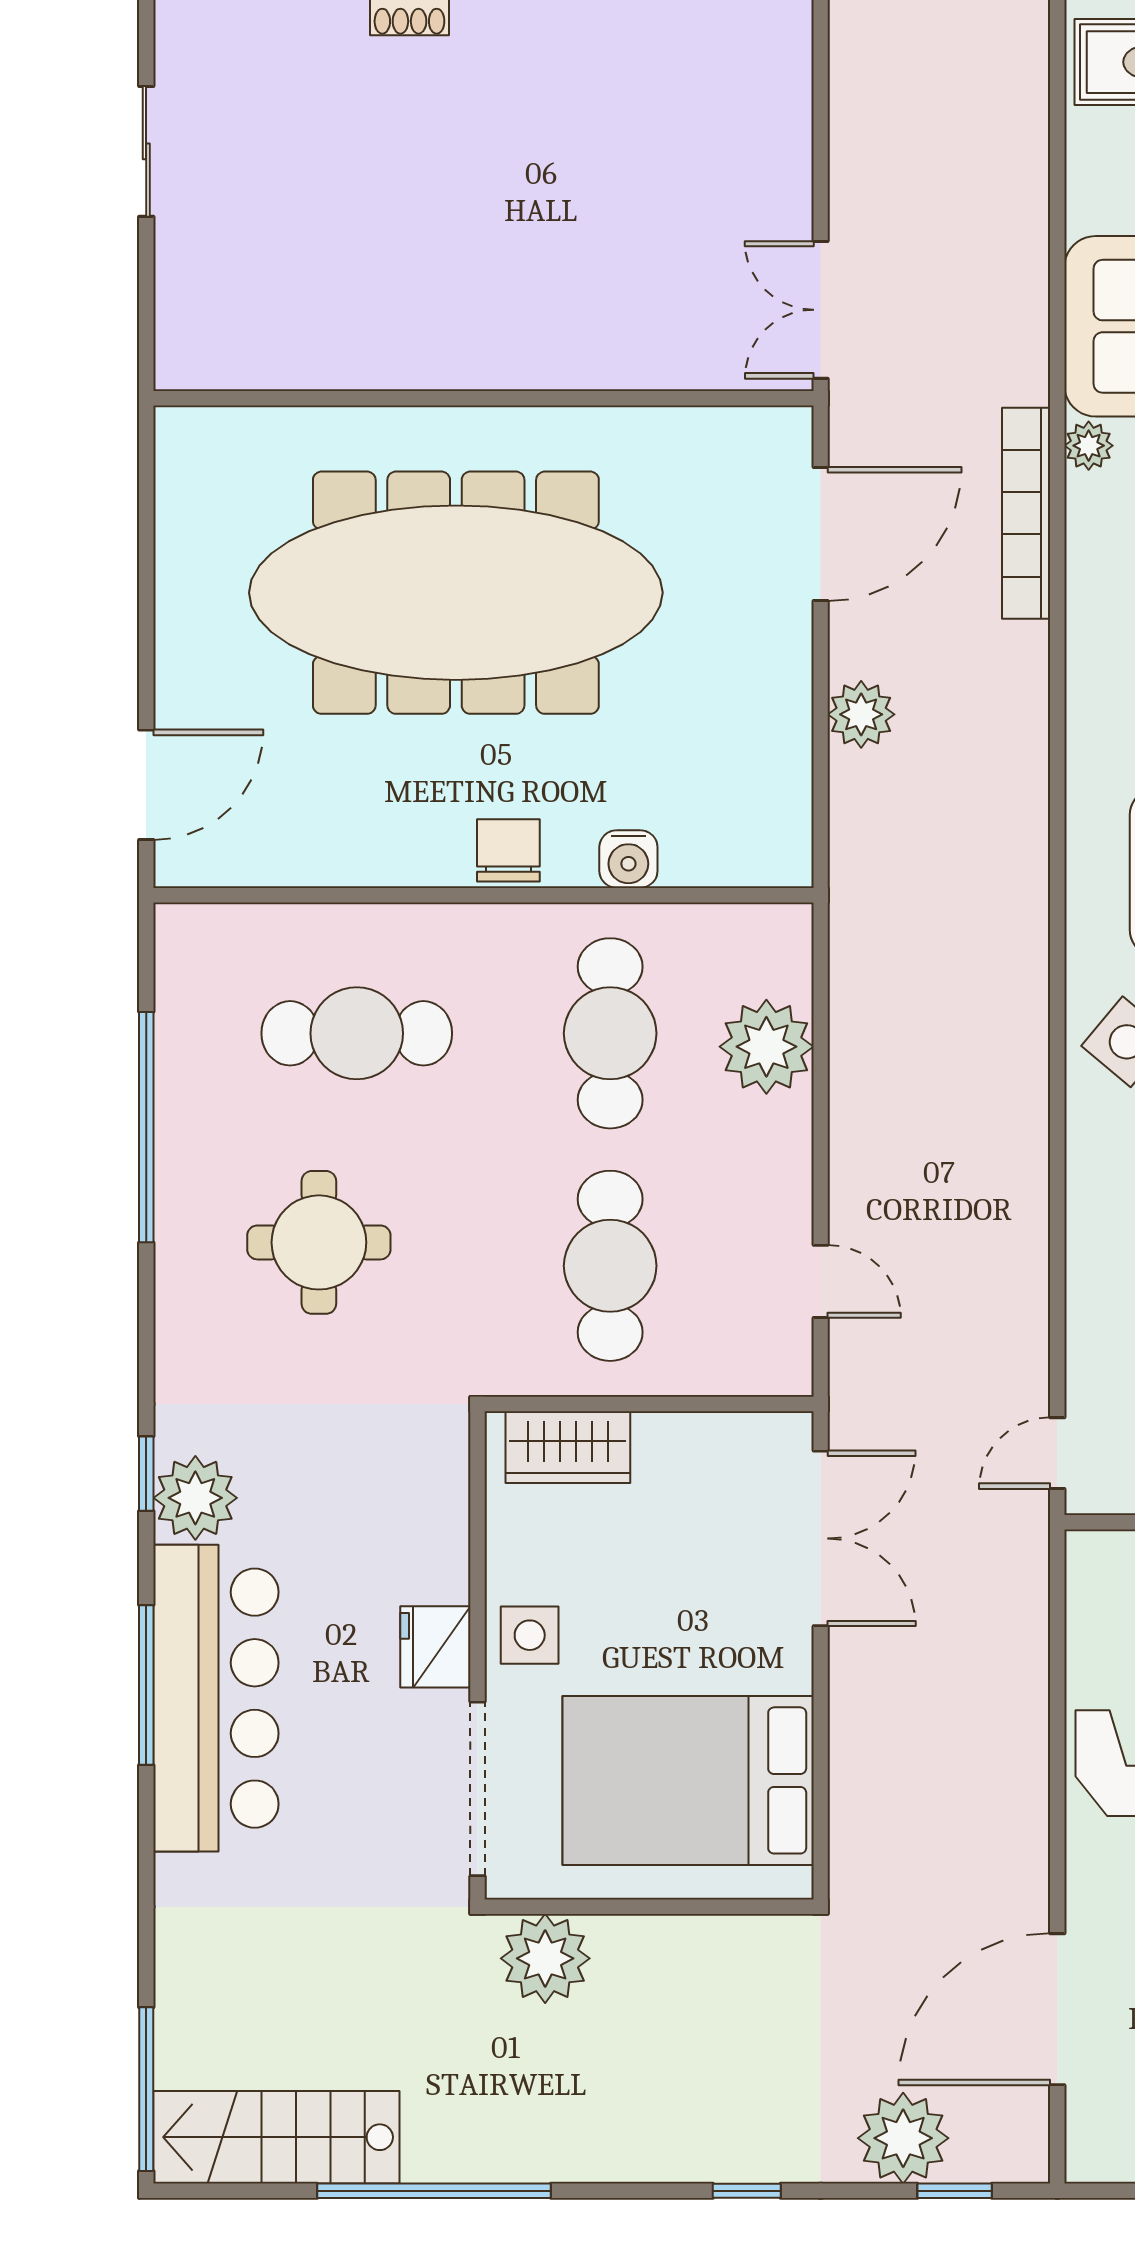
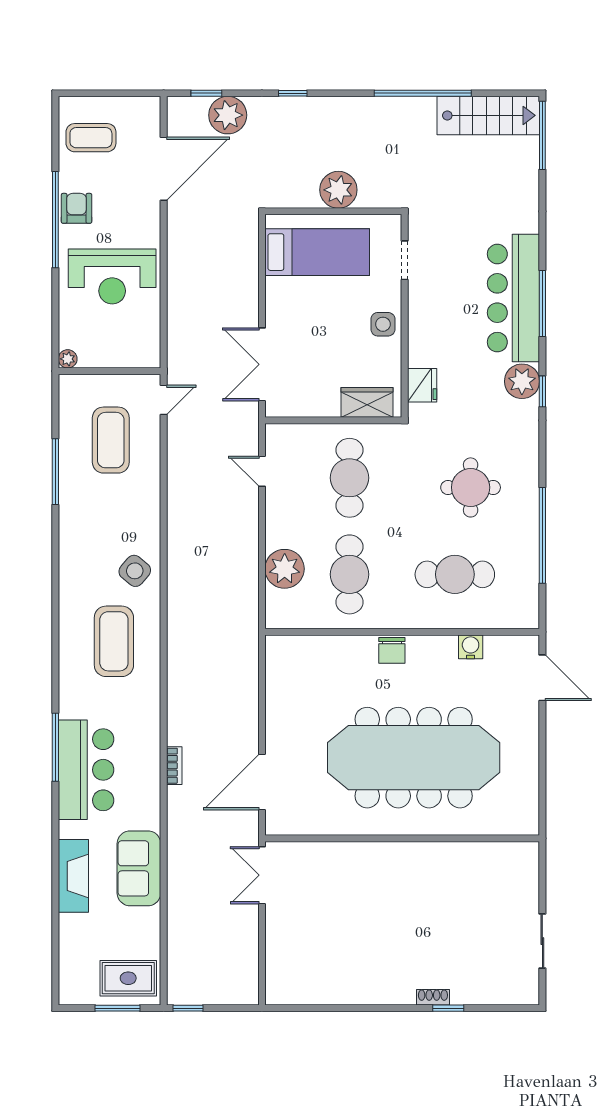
double door: (821, 310) -> (262, 875), swing flipped
plant: (1089, 446) -> (151, 819), removed
bookcase: (1026, 513) -> (174, 766), width x0.43, depth x0.76
plant: (861, 714) -> (245, 707), removed
door: (146, 785) -> (542, 678), swing flipped
water cooler: (628, 859) -> (471, 647), moved
fridge: (435, 1647) -> (422, 385), moved
bed: (688, 1780) -> (317, 252), width x0.67
doorway: (478, 1789) -> (405, 260), width x0.53
plant: (545, 1958) -> (338, 190), moved

